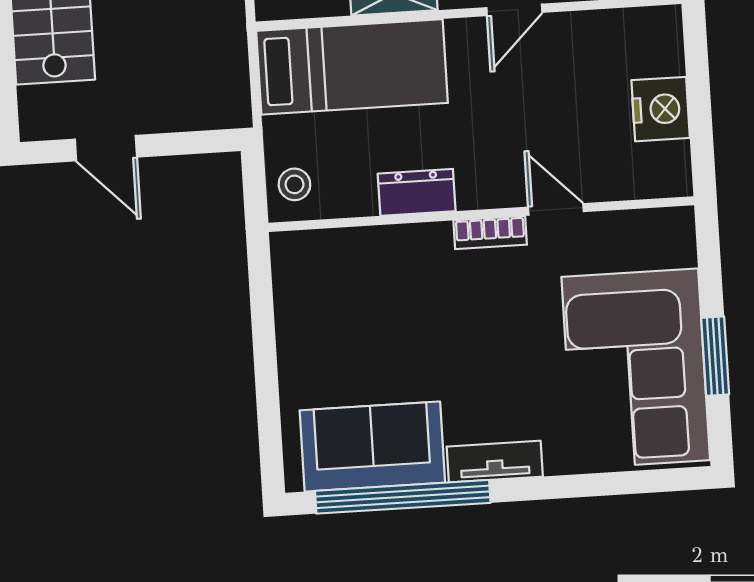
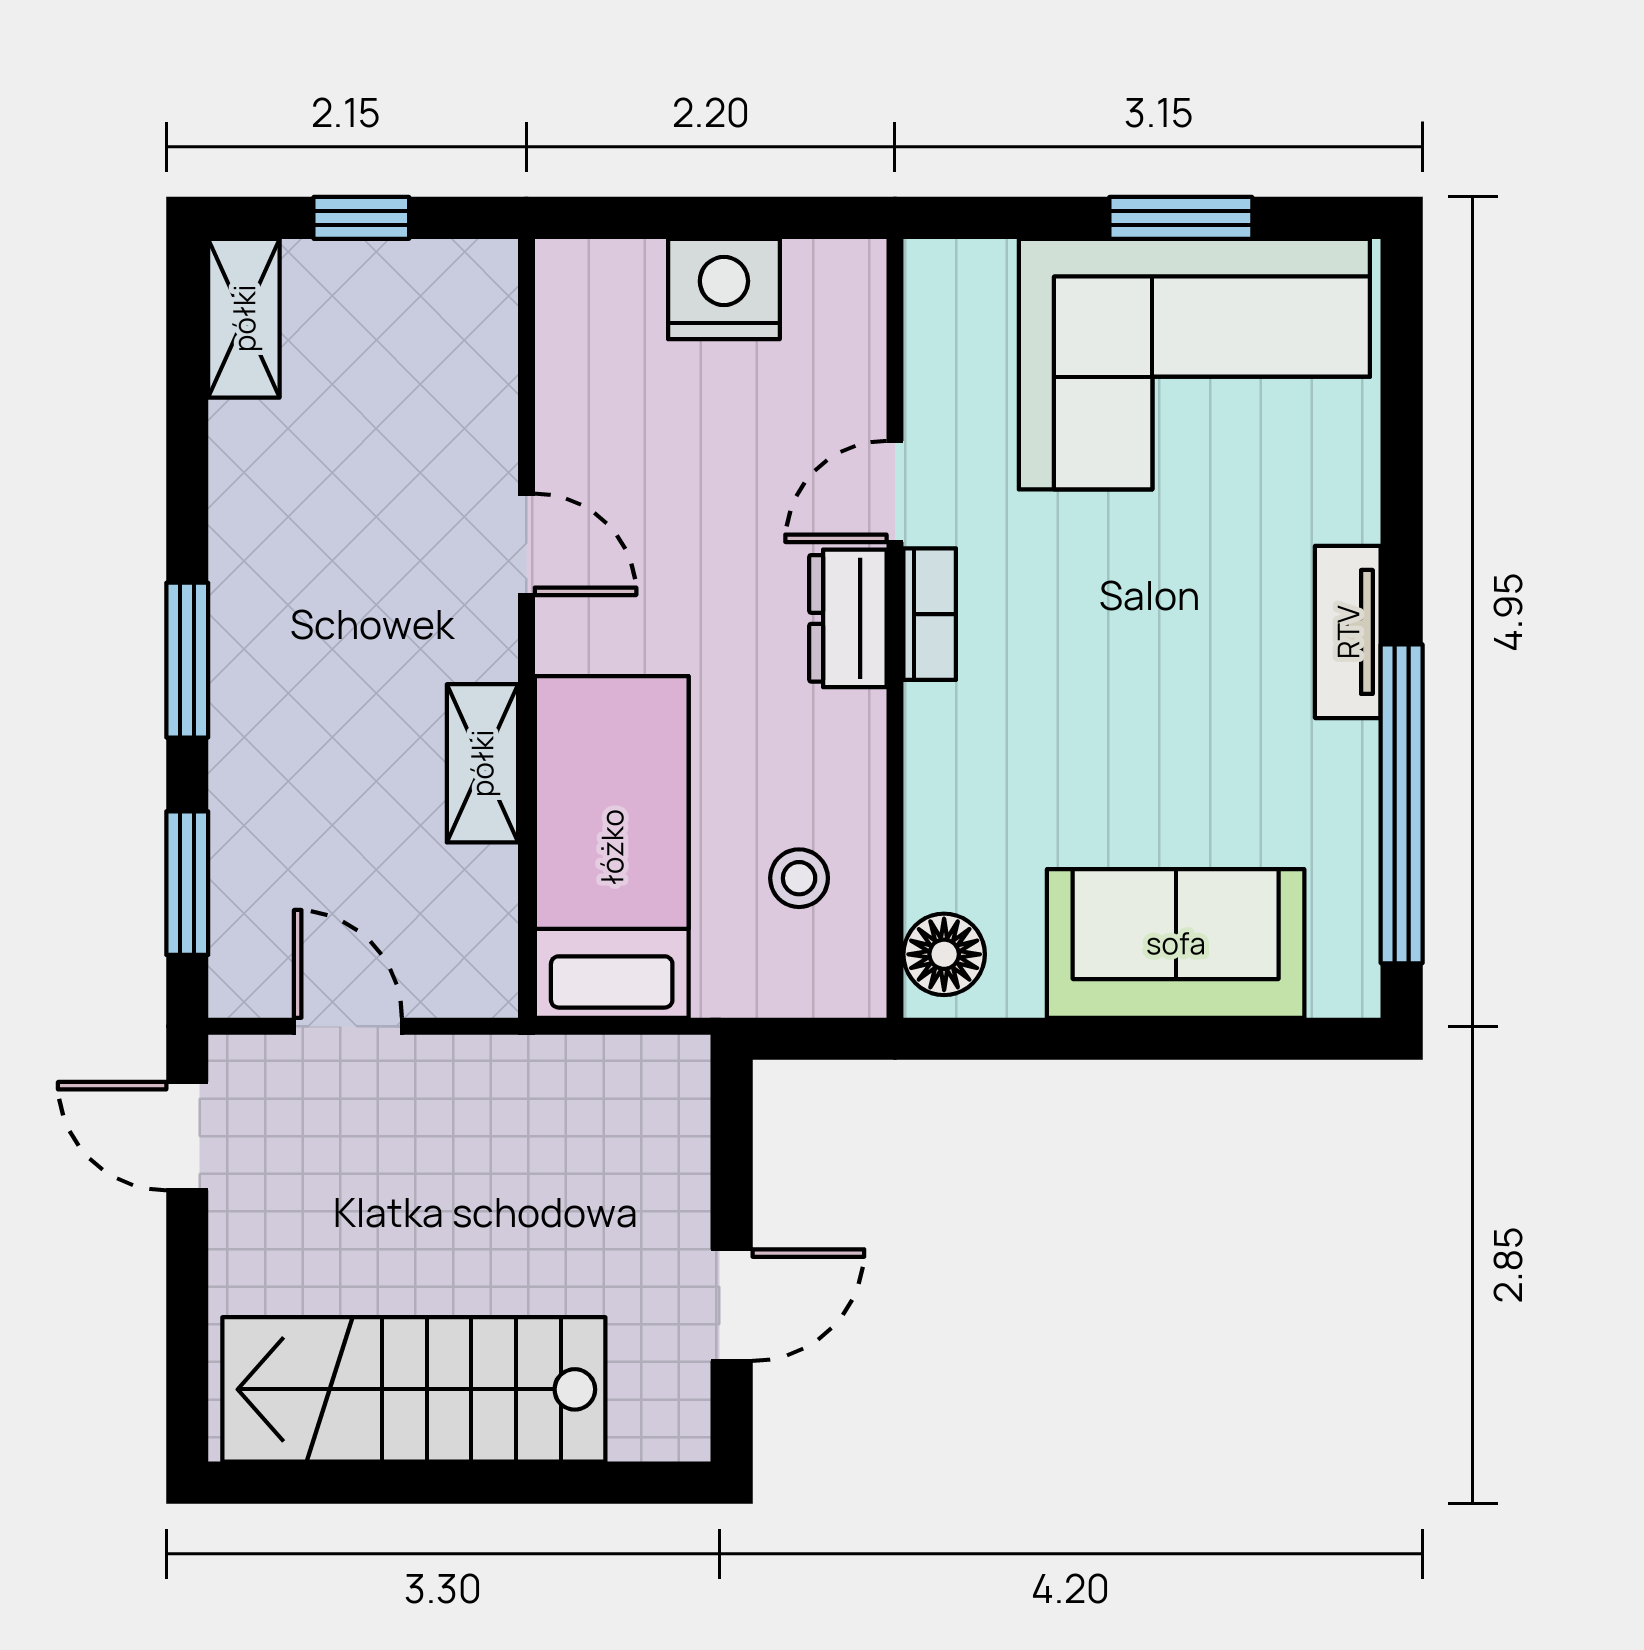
stool: (294, 184) -> (799, 878), moved
dresser: (417, 192) -> (848, 618), moved
floor lamp: (305, 252) -> (944, 954), added
sofa: (372, 446) -> (1176, 943), moved, turned 90

